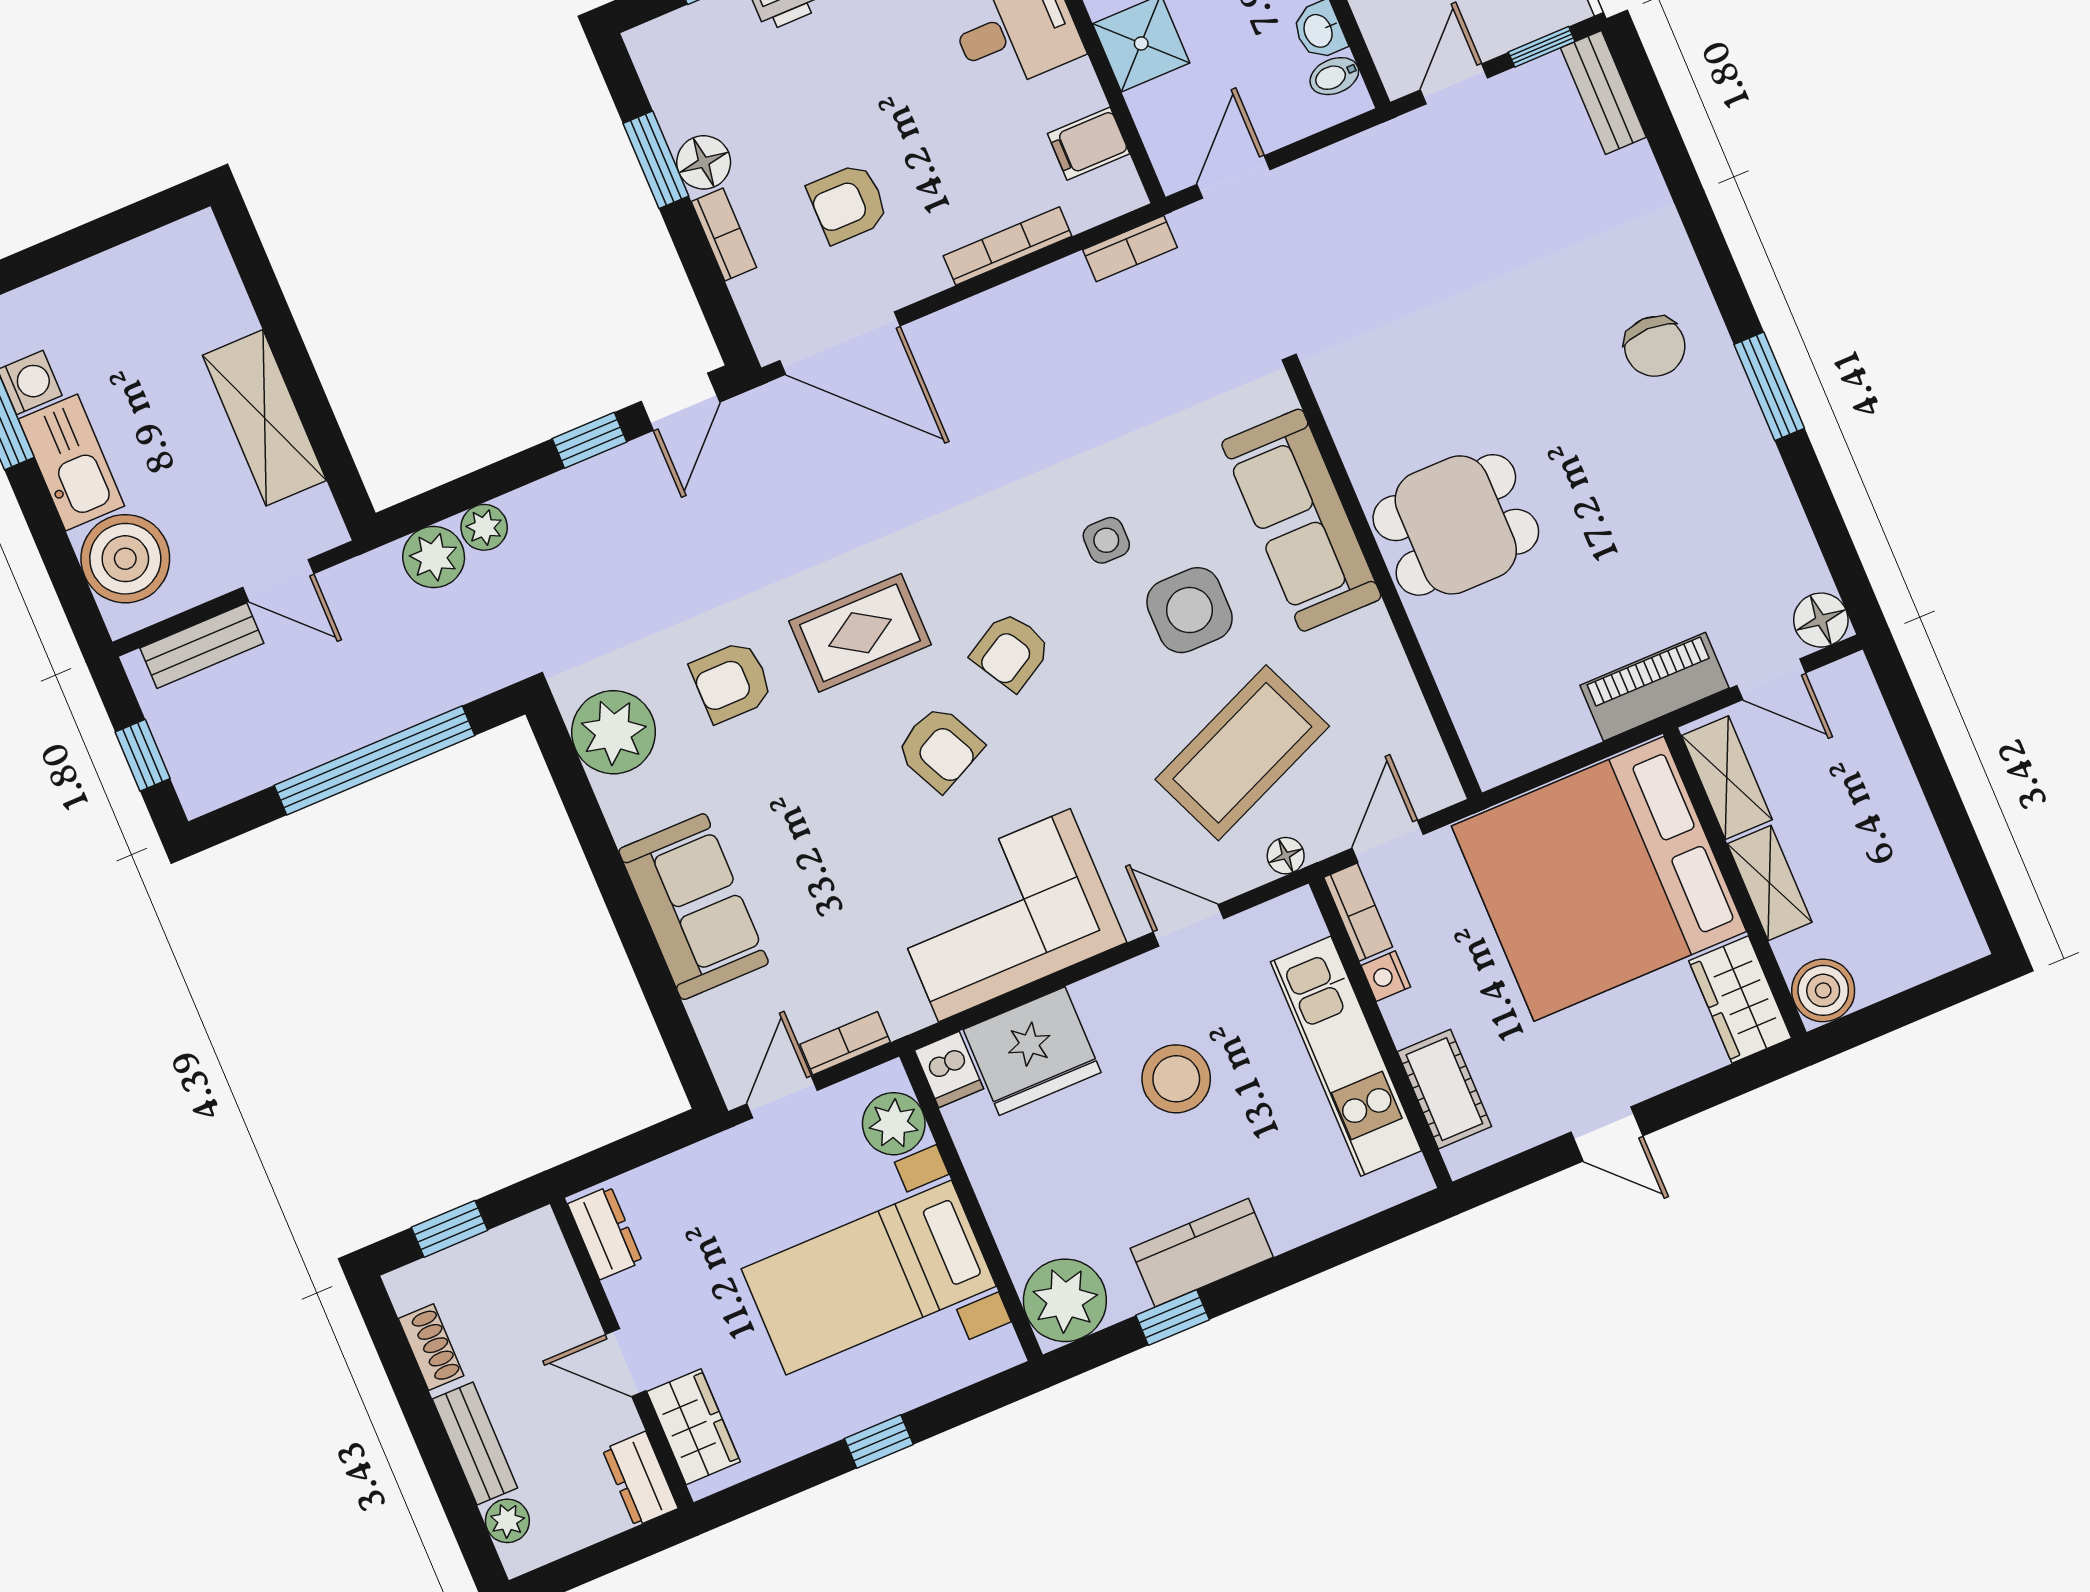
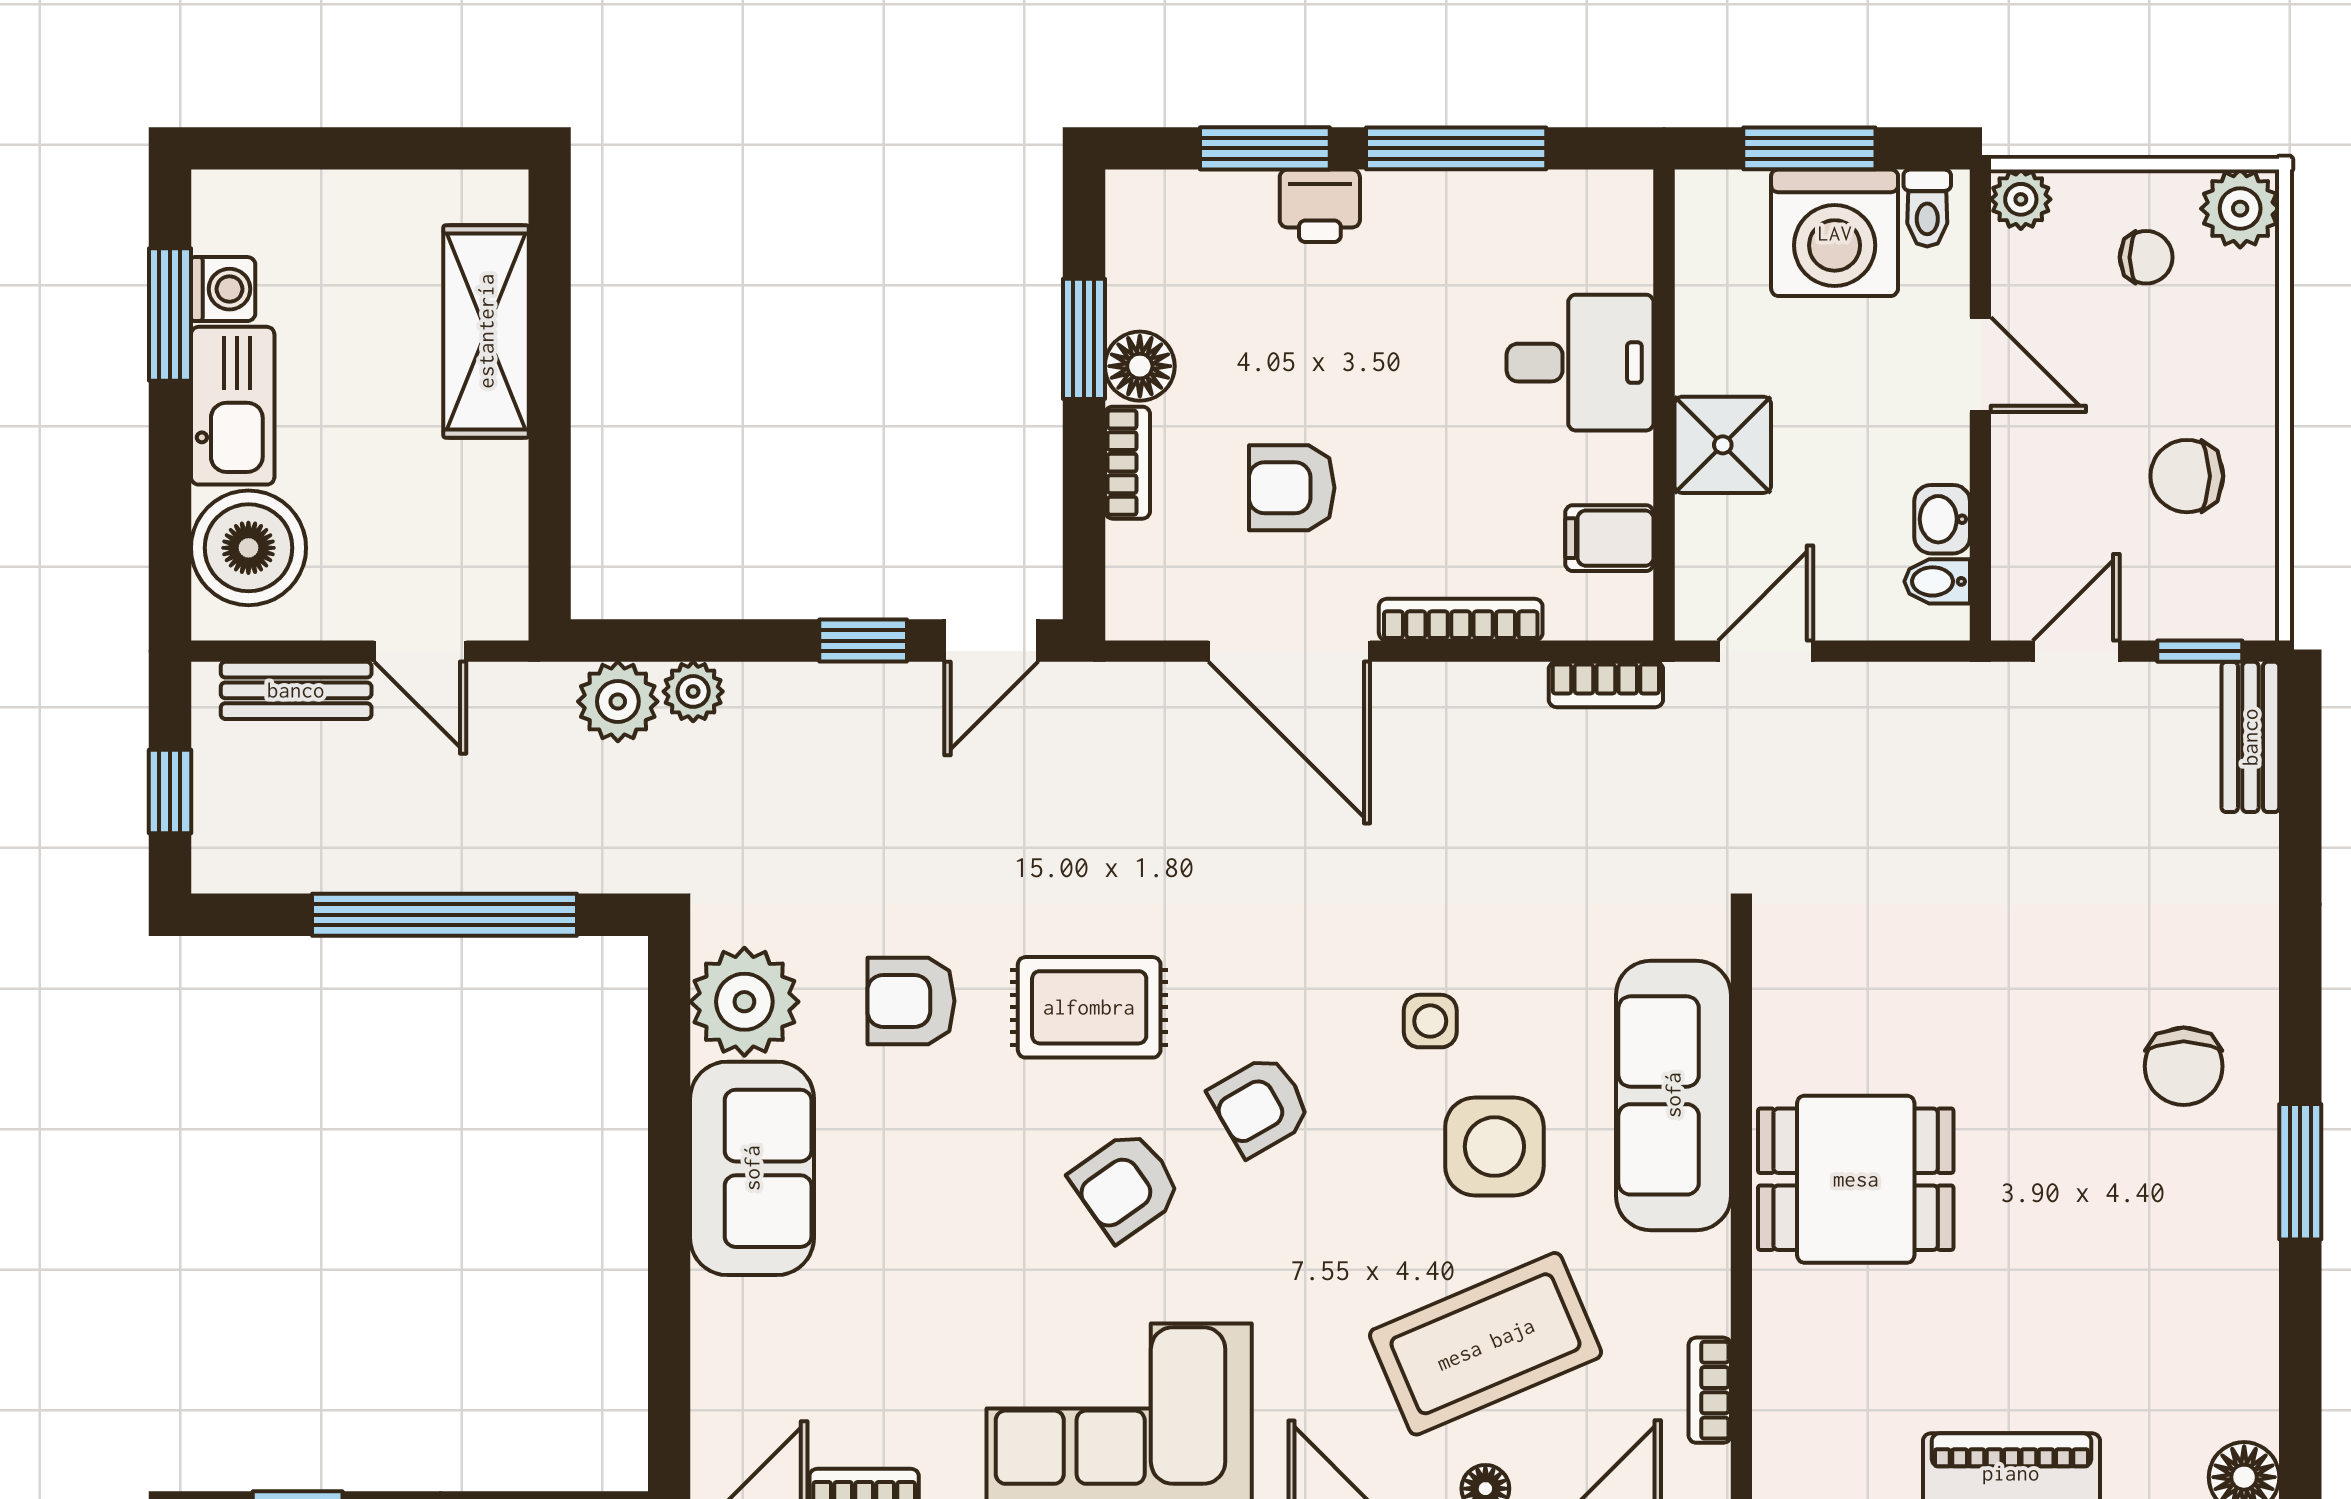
door: (840, 343) -> (1289, 651), moved
shelving: (264, 418) -> (486, 331), moved
bookcase: (1415, 718) -> (1710, 1390), added
armchair: (940, 748) -> (1126, 1186), turned 81
sofa: (694, 907) -> (752, 1168), moved

